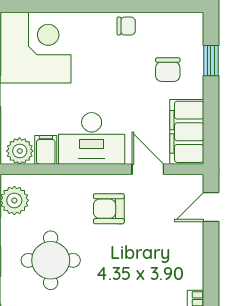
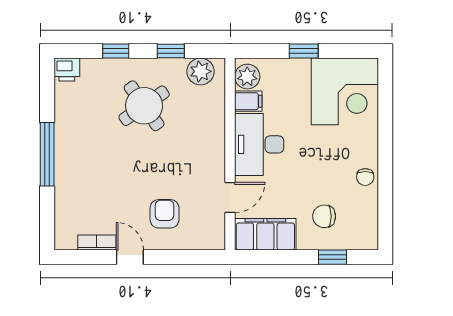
door: (211, 207) -> (130, 257), moved
armchair: (109, 209) -> (165, 214), moved
round table: (51, 260) -> (144, 106), turned -35

